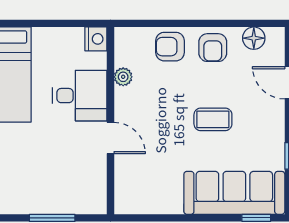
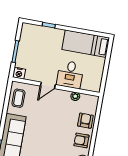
nightstand: (96, 39) -> (19, 73), moved
coffee table: (213, 119) -> (18, 98), moved

